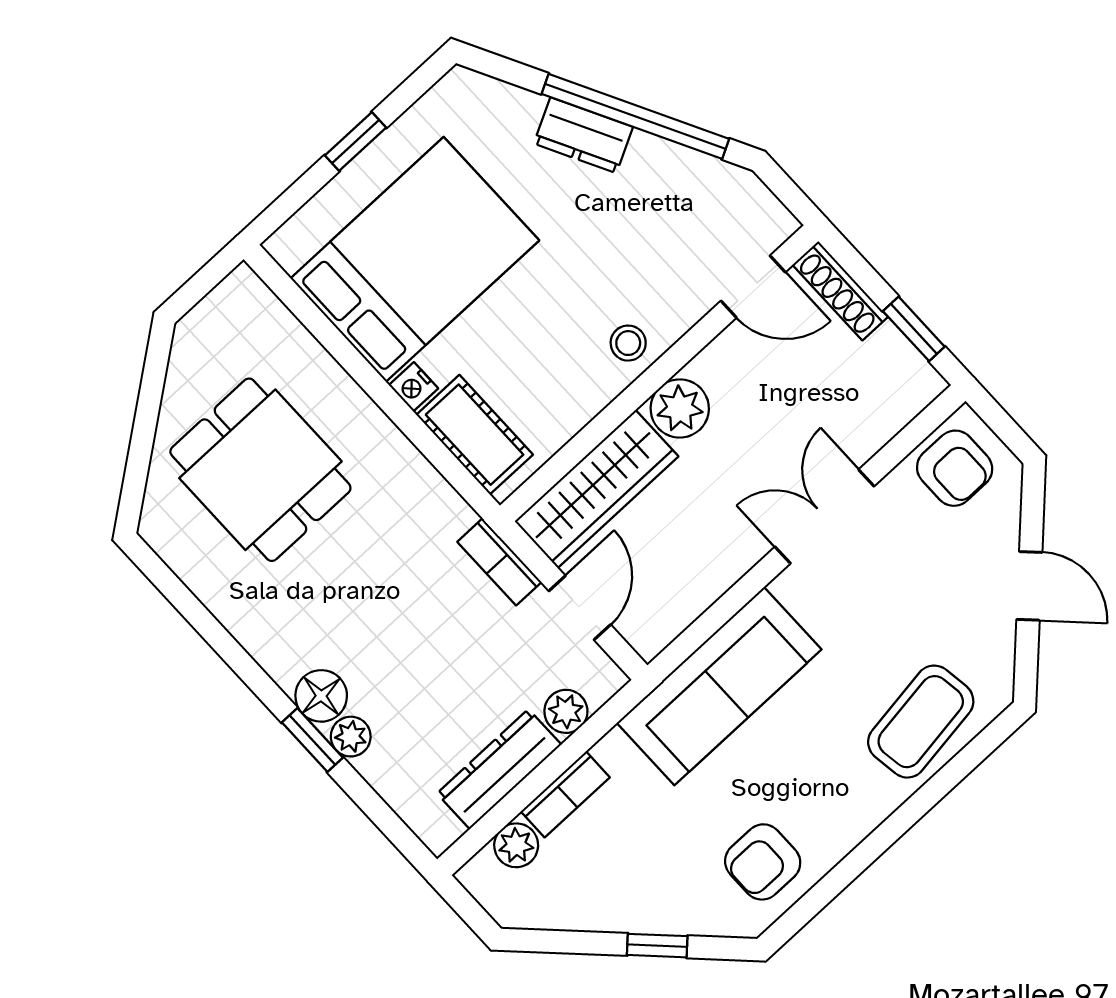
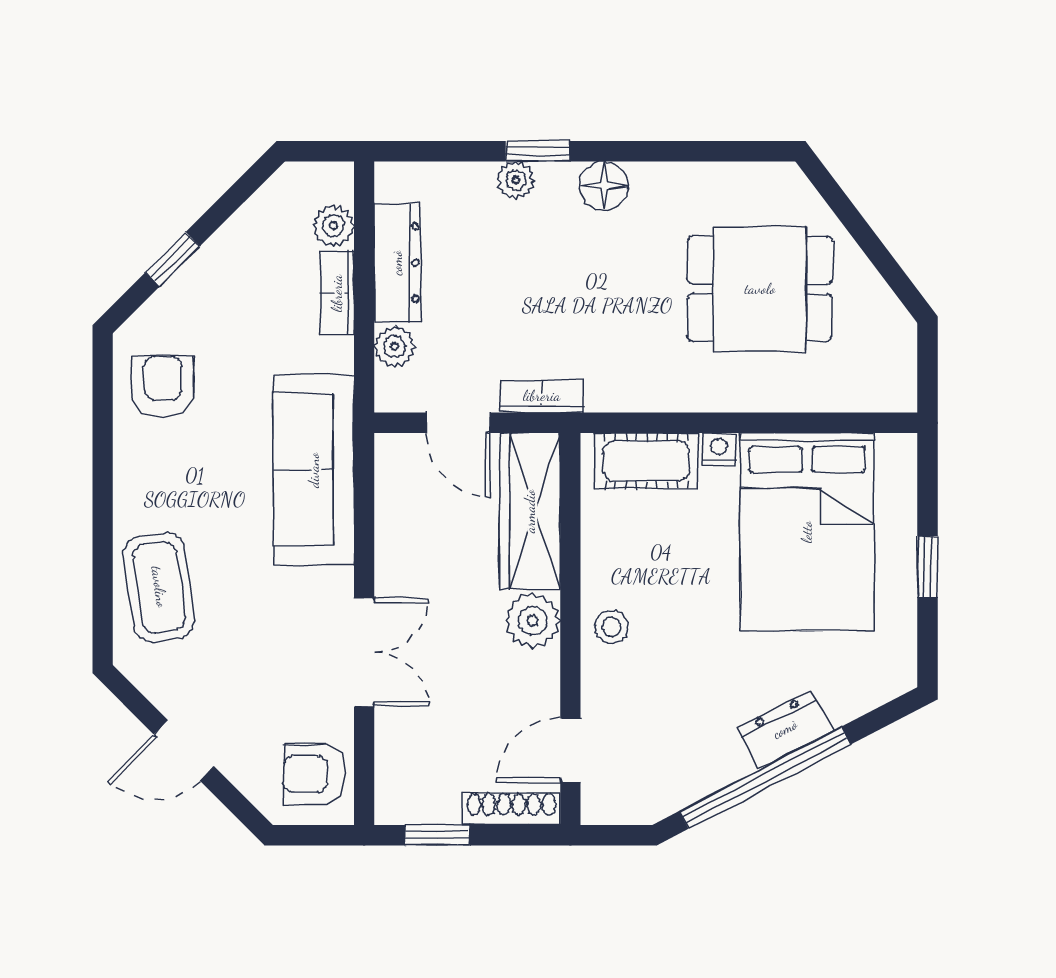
floor lamp: (321, 696) -> (604, 186), moved

